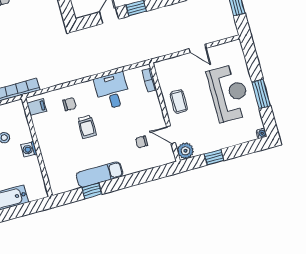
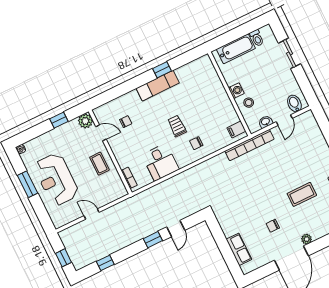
filing cabinet: (37, 107) -> (236, 129), moved
wall: (37, 147) -> (229, 94), moved
washing machine: (29, 149) -> (236, 91), moved

